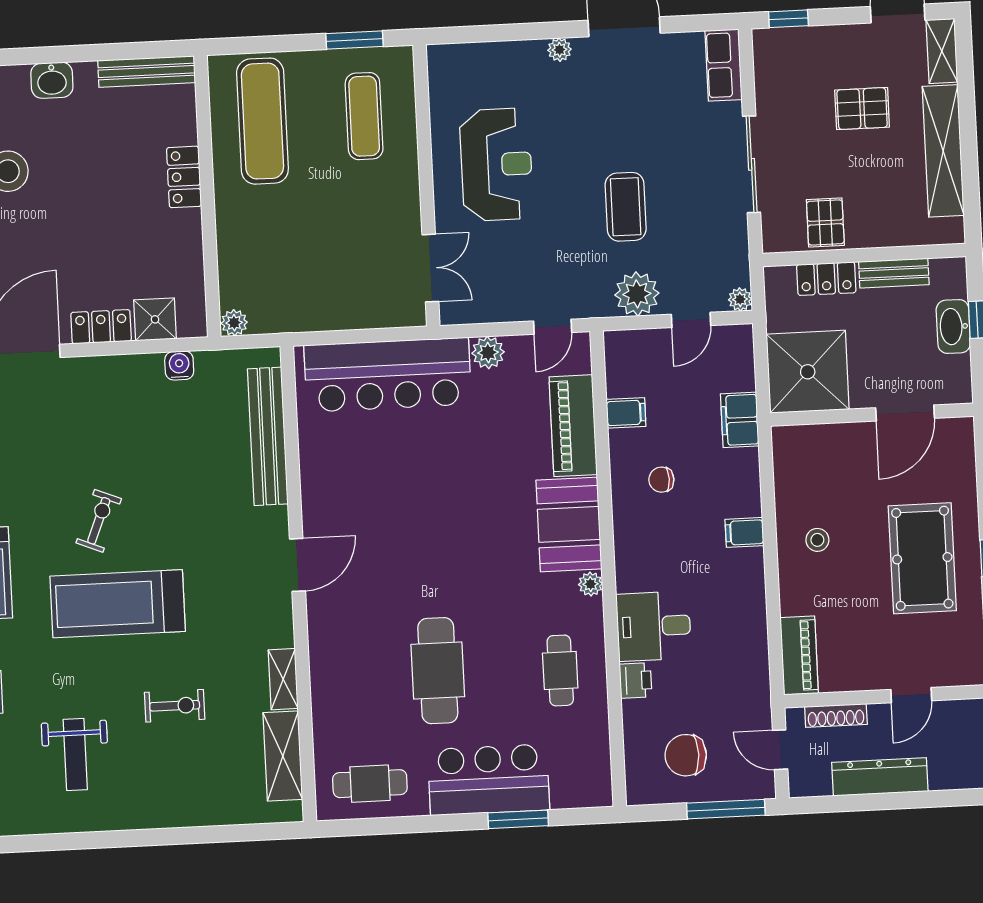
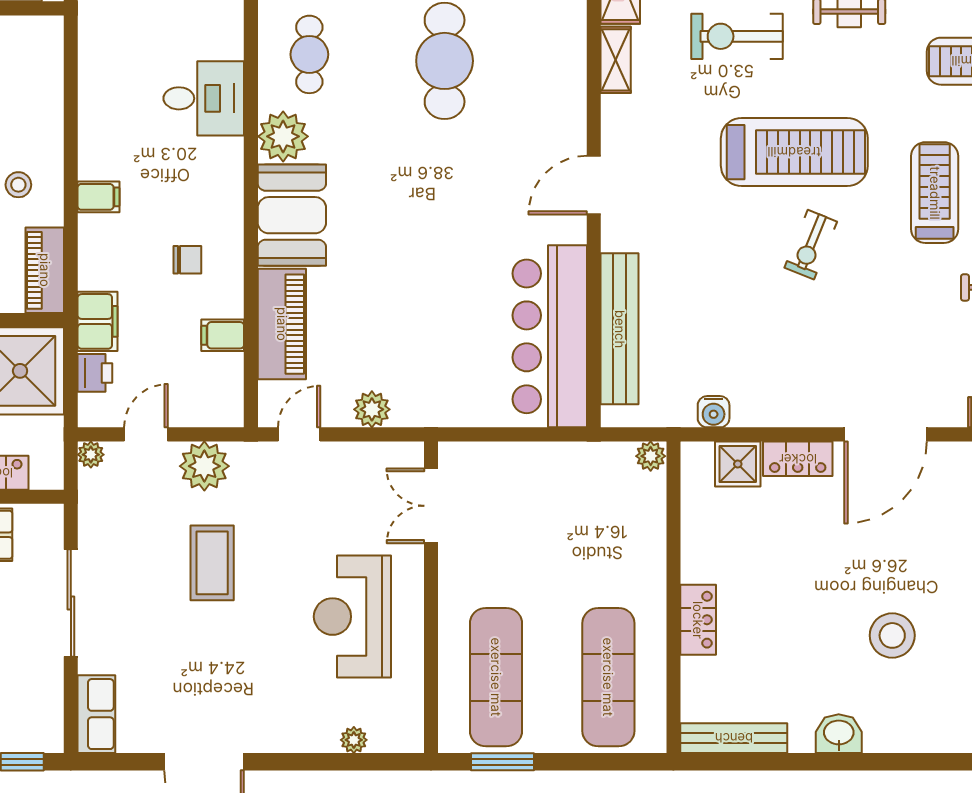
plant: (559, 50) -> (354, 740), moved
exercise mat: (364, 116) -> (496, 677), width x1.36, depth x1.45
bar counter: (388, 375) -> (550, 336), moved, turned -90
plant: (590, 584) -> (283, 136), width x1.87, depth x1.87
piano: (799, 655) -> (45, 270), moved
printer: (636, 680) -> (95, 373), moved, turned 180
exercise bike: (175, 706) -> (737, 36), width x1.38, depth x1.39

